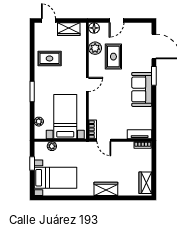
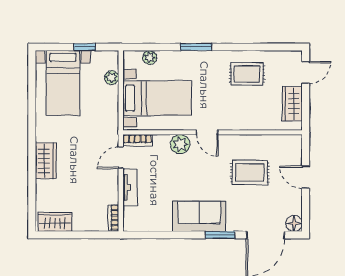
floor lamp: (94, 28) -> (294, 223), moved
plant: (95, 48) -> (180, 144), moved
rug: (50, 58) -> (247, 74), turned 90
tv unit: (140, 134) -> (130, 187), moved

